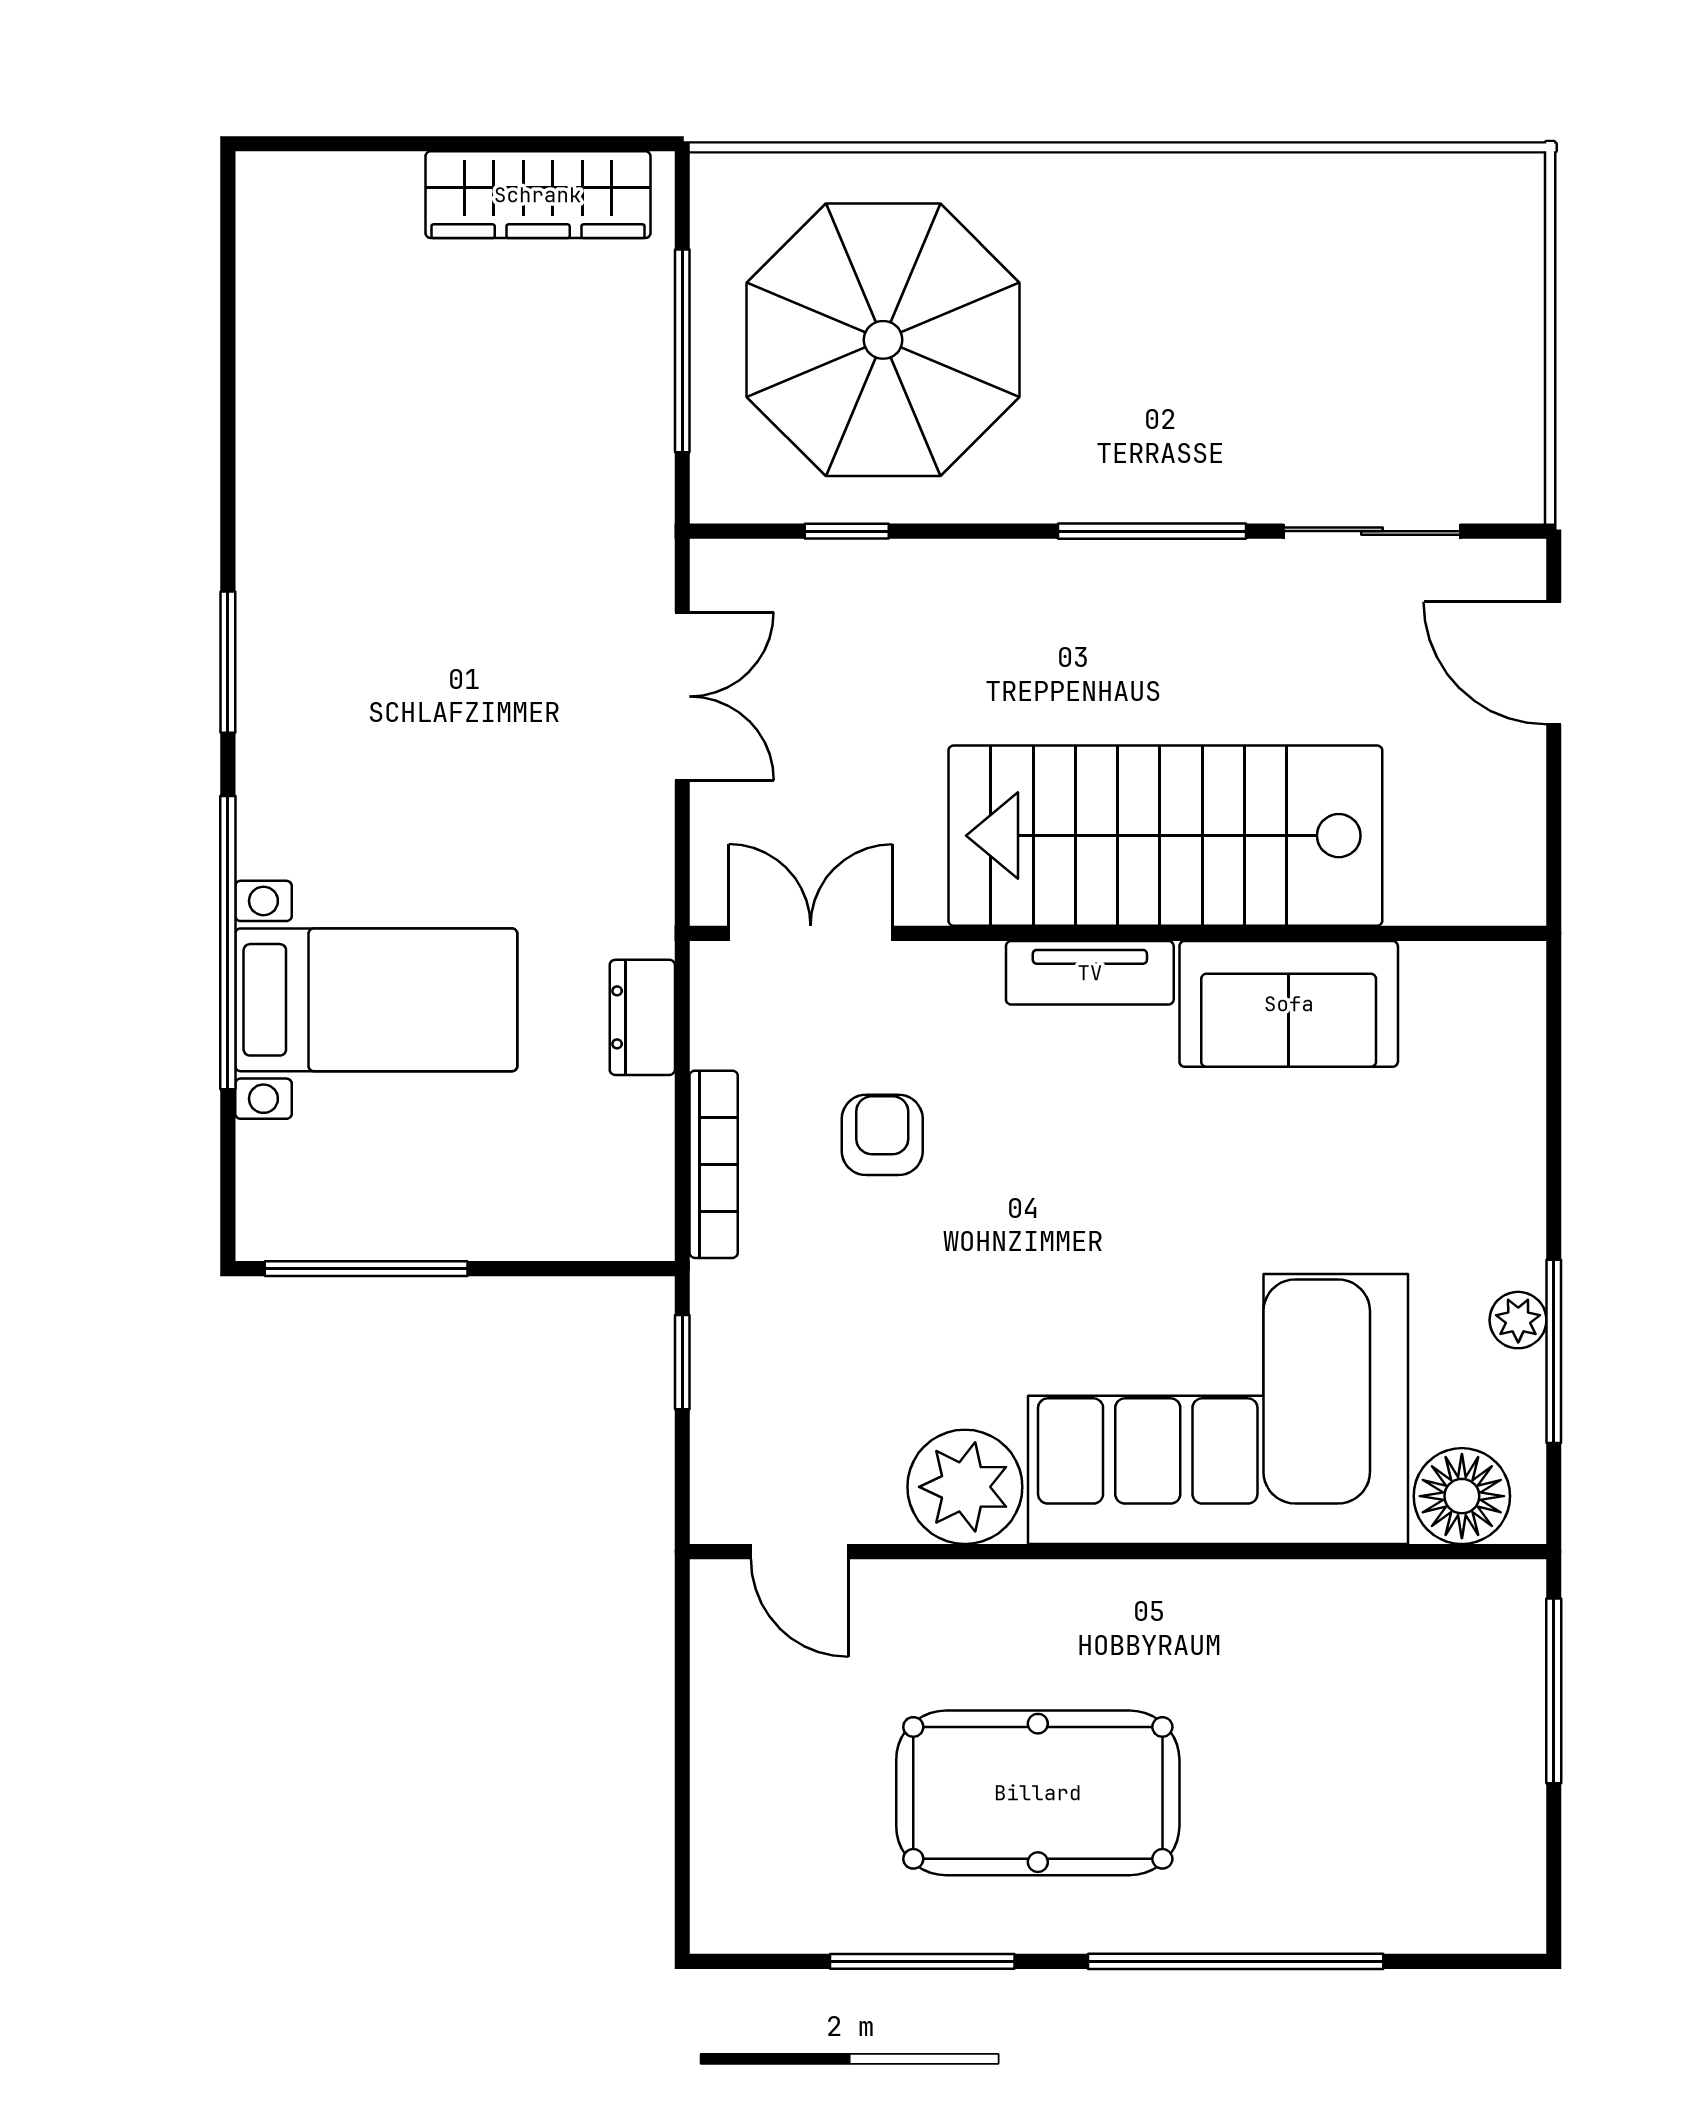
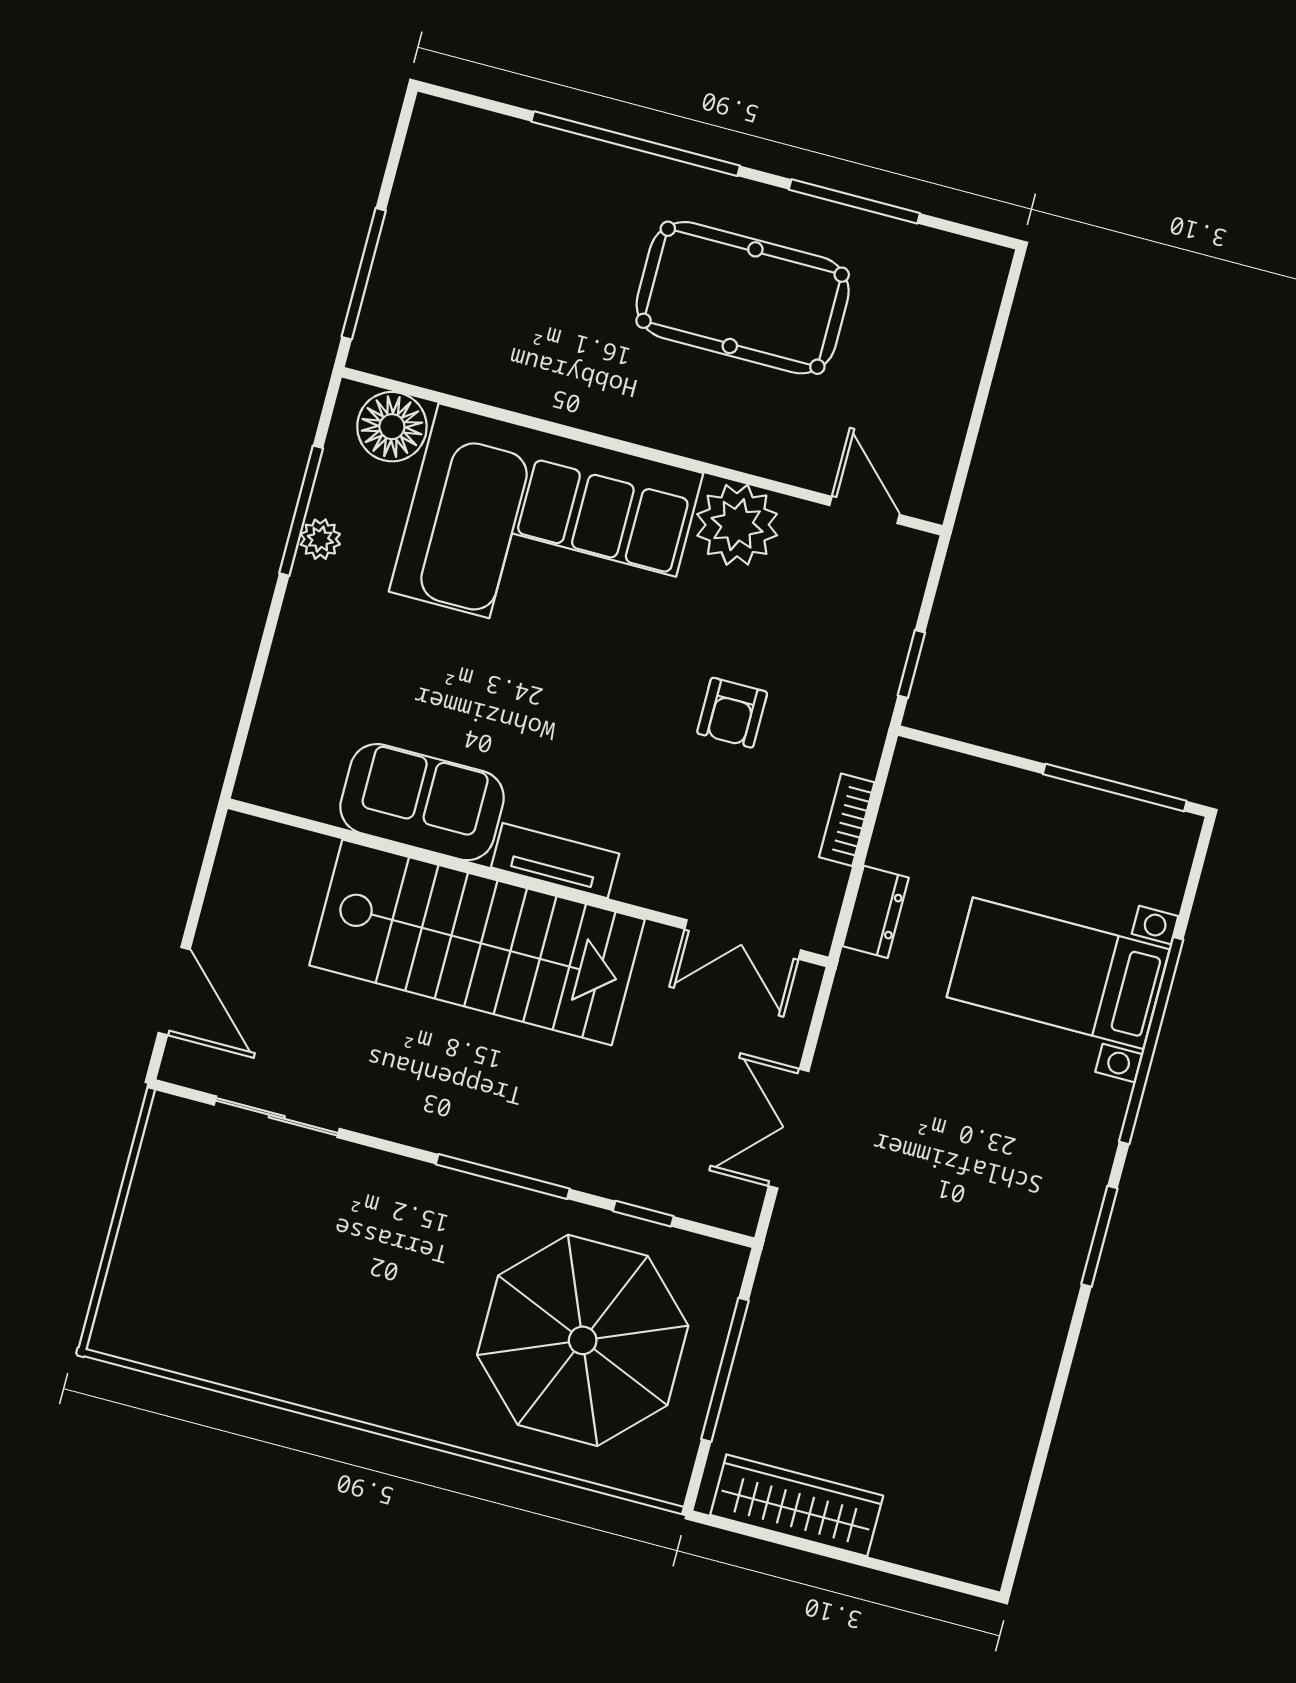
window: (1152, 531) -> (503, 1176), moved
armchair: (882, 1135) -> (732, 713), moved
bookcase: (714, 1164) -> (847, 820), width x0.64

